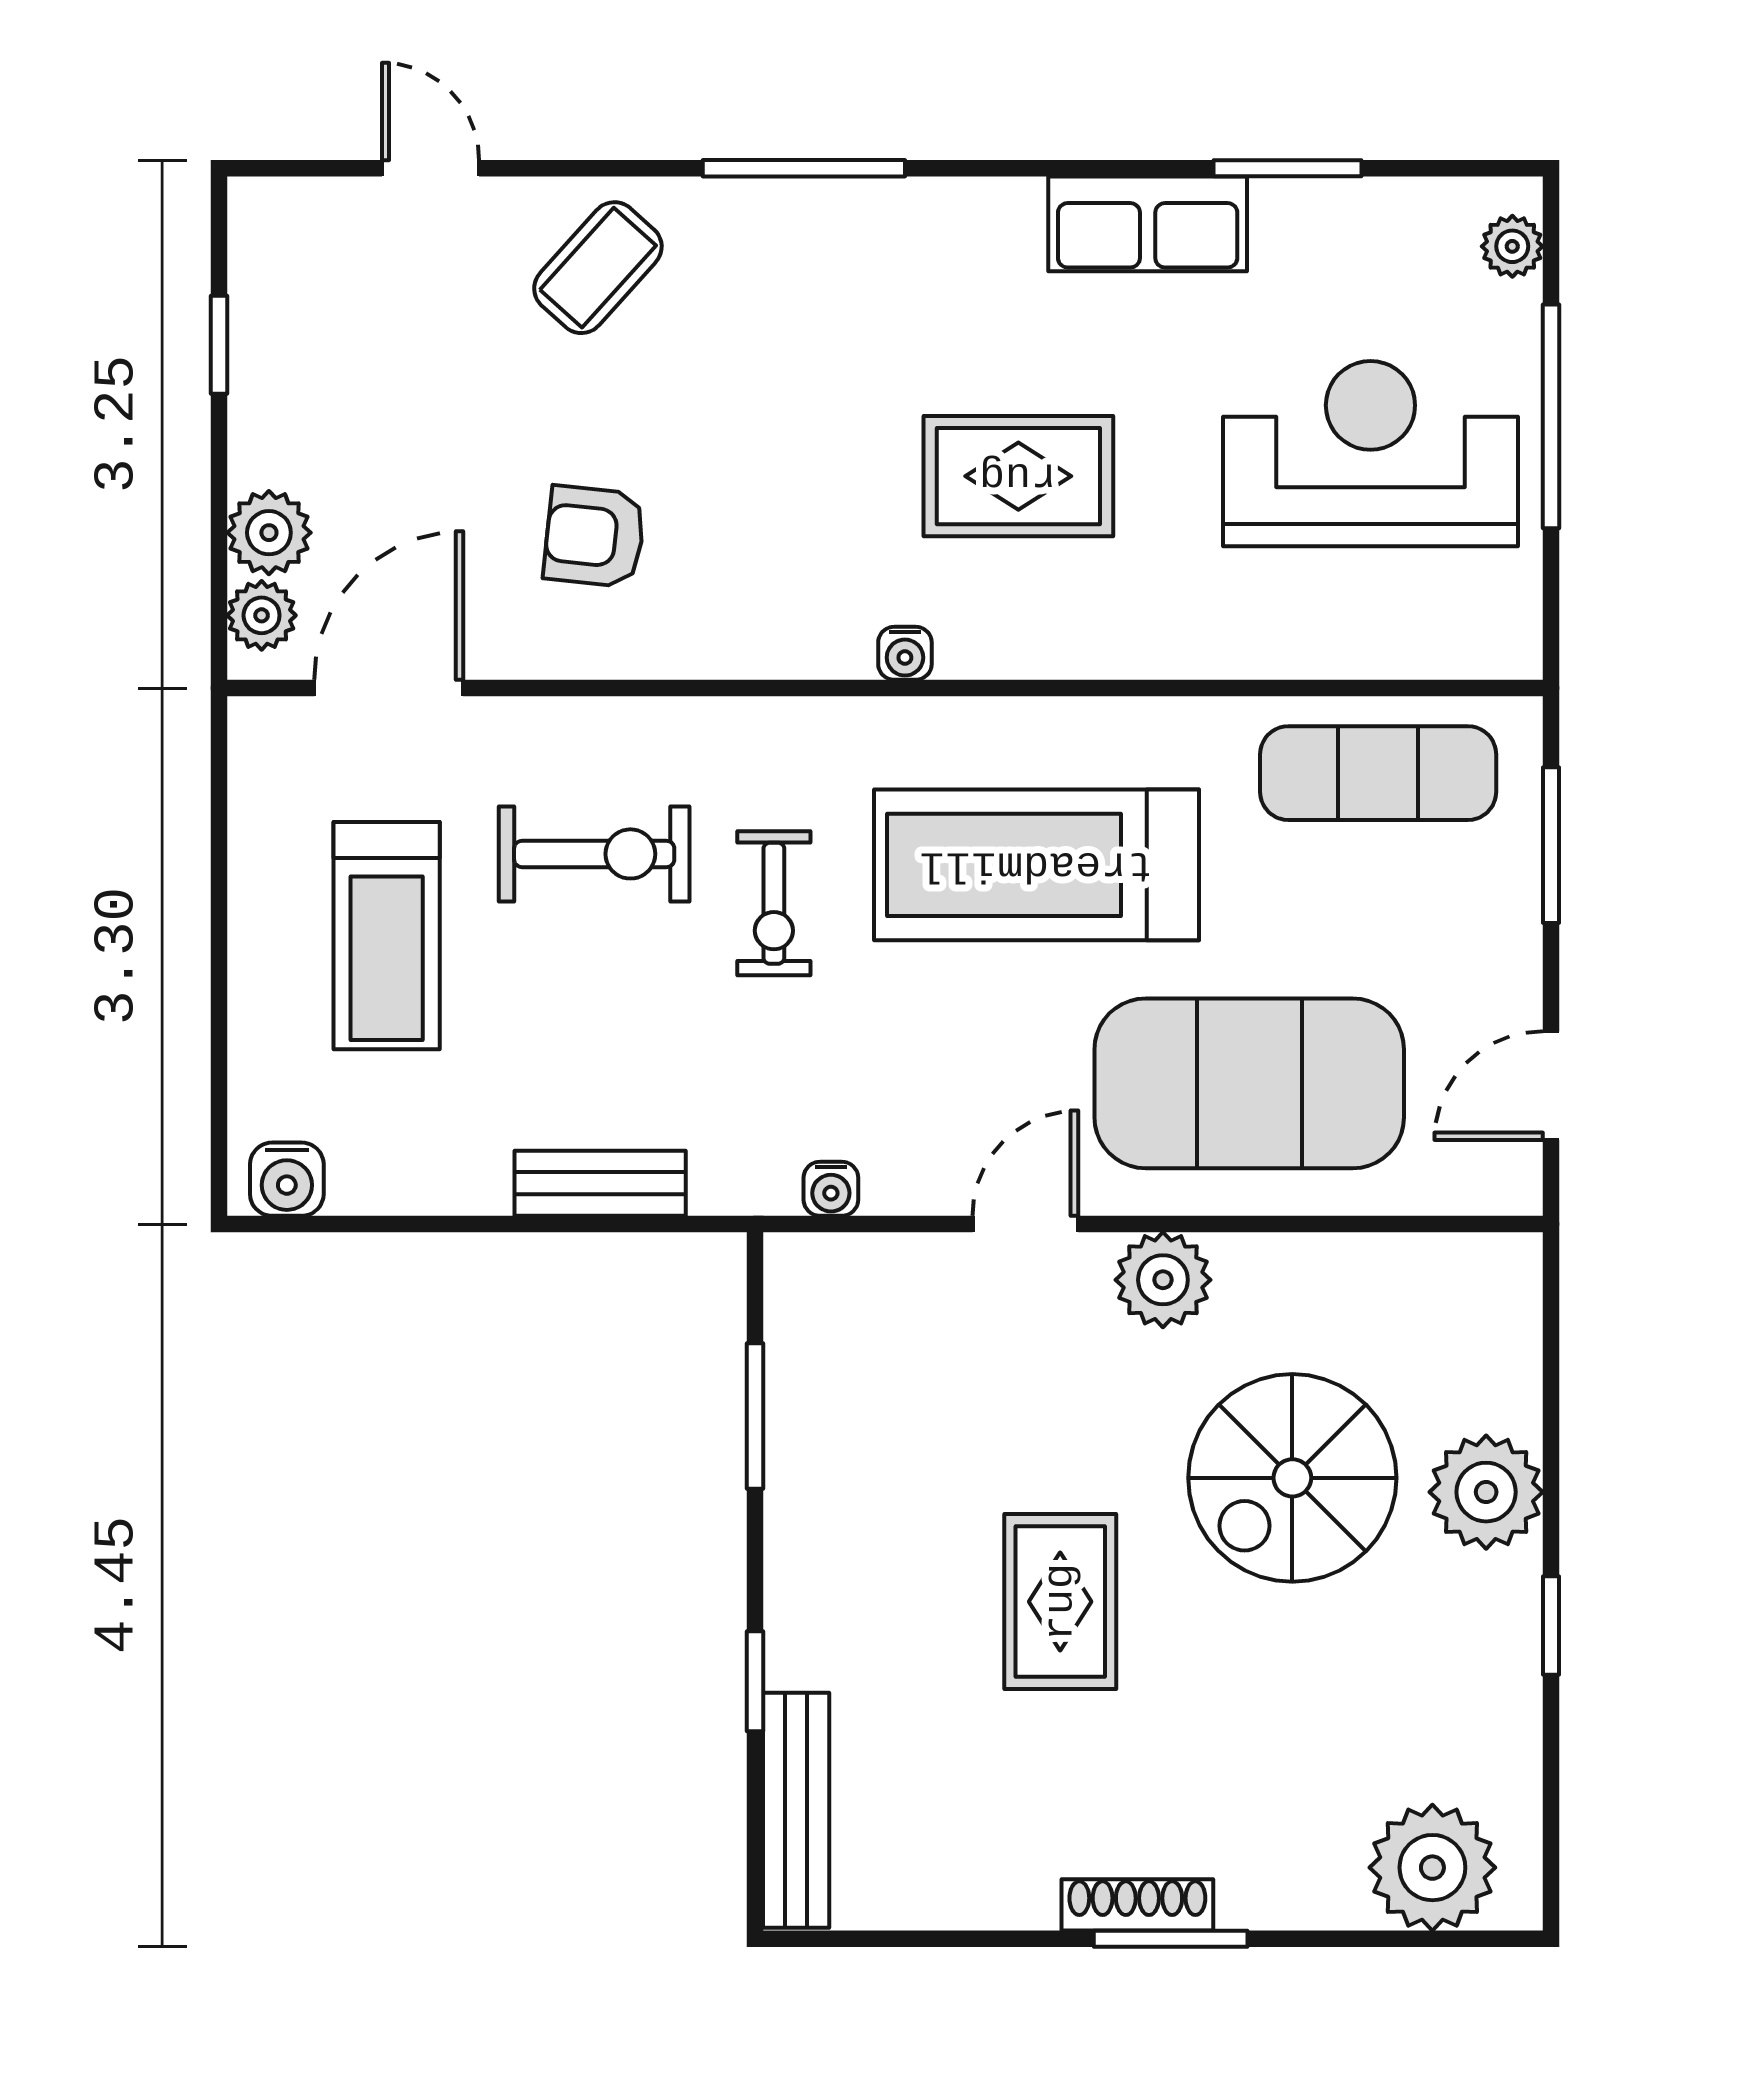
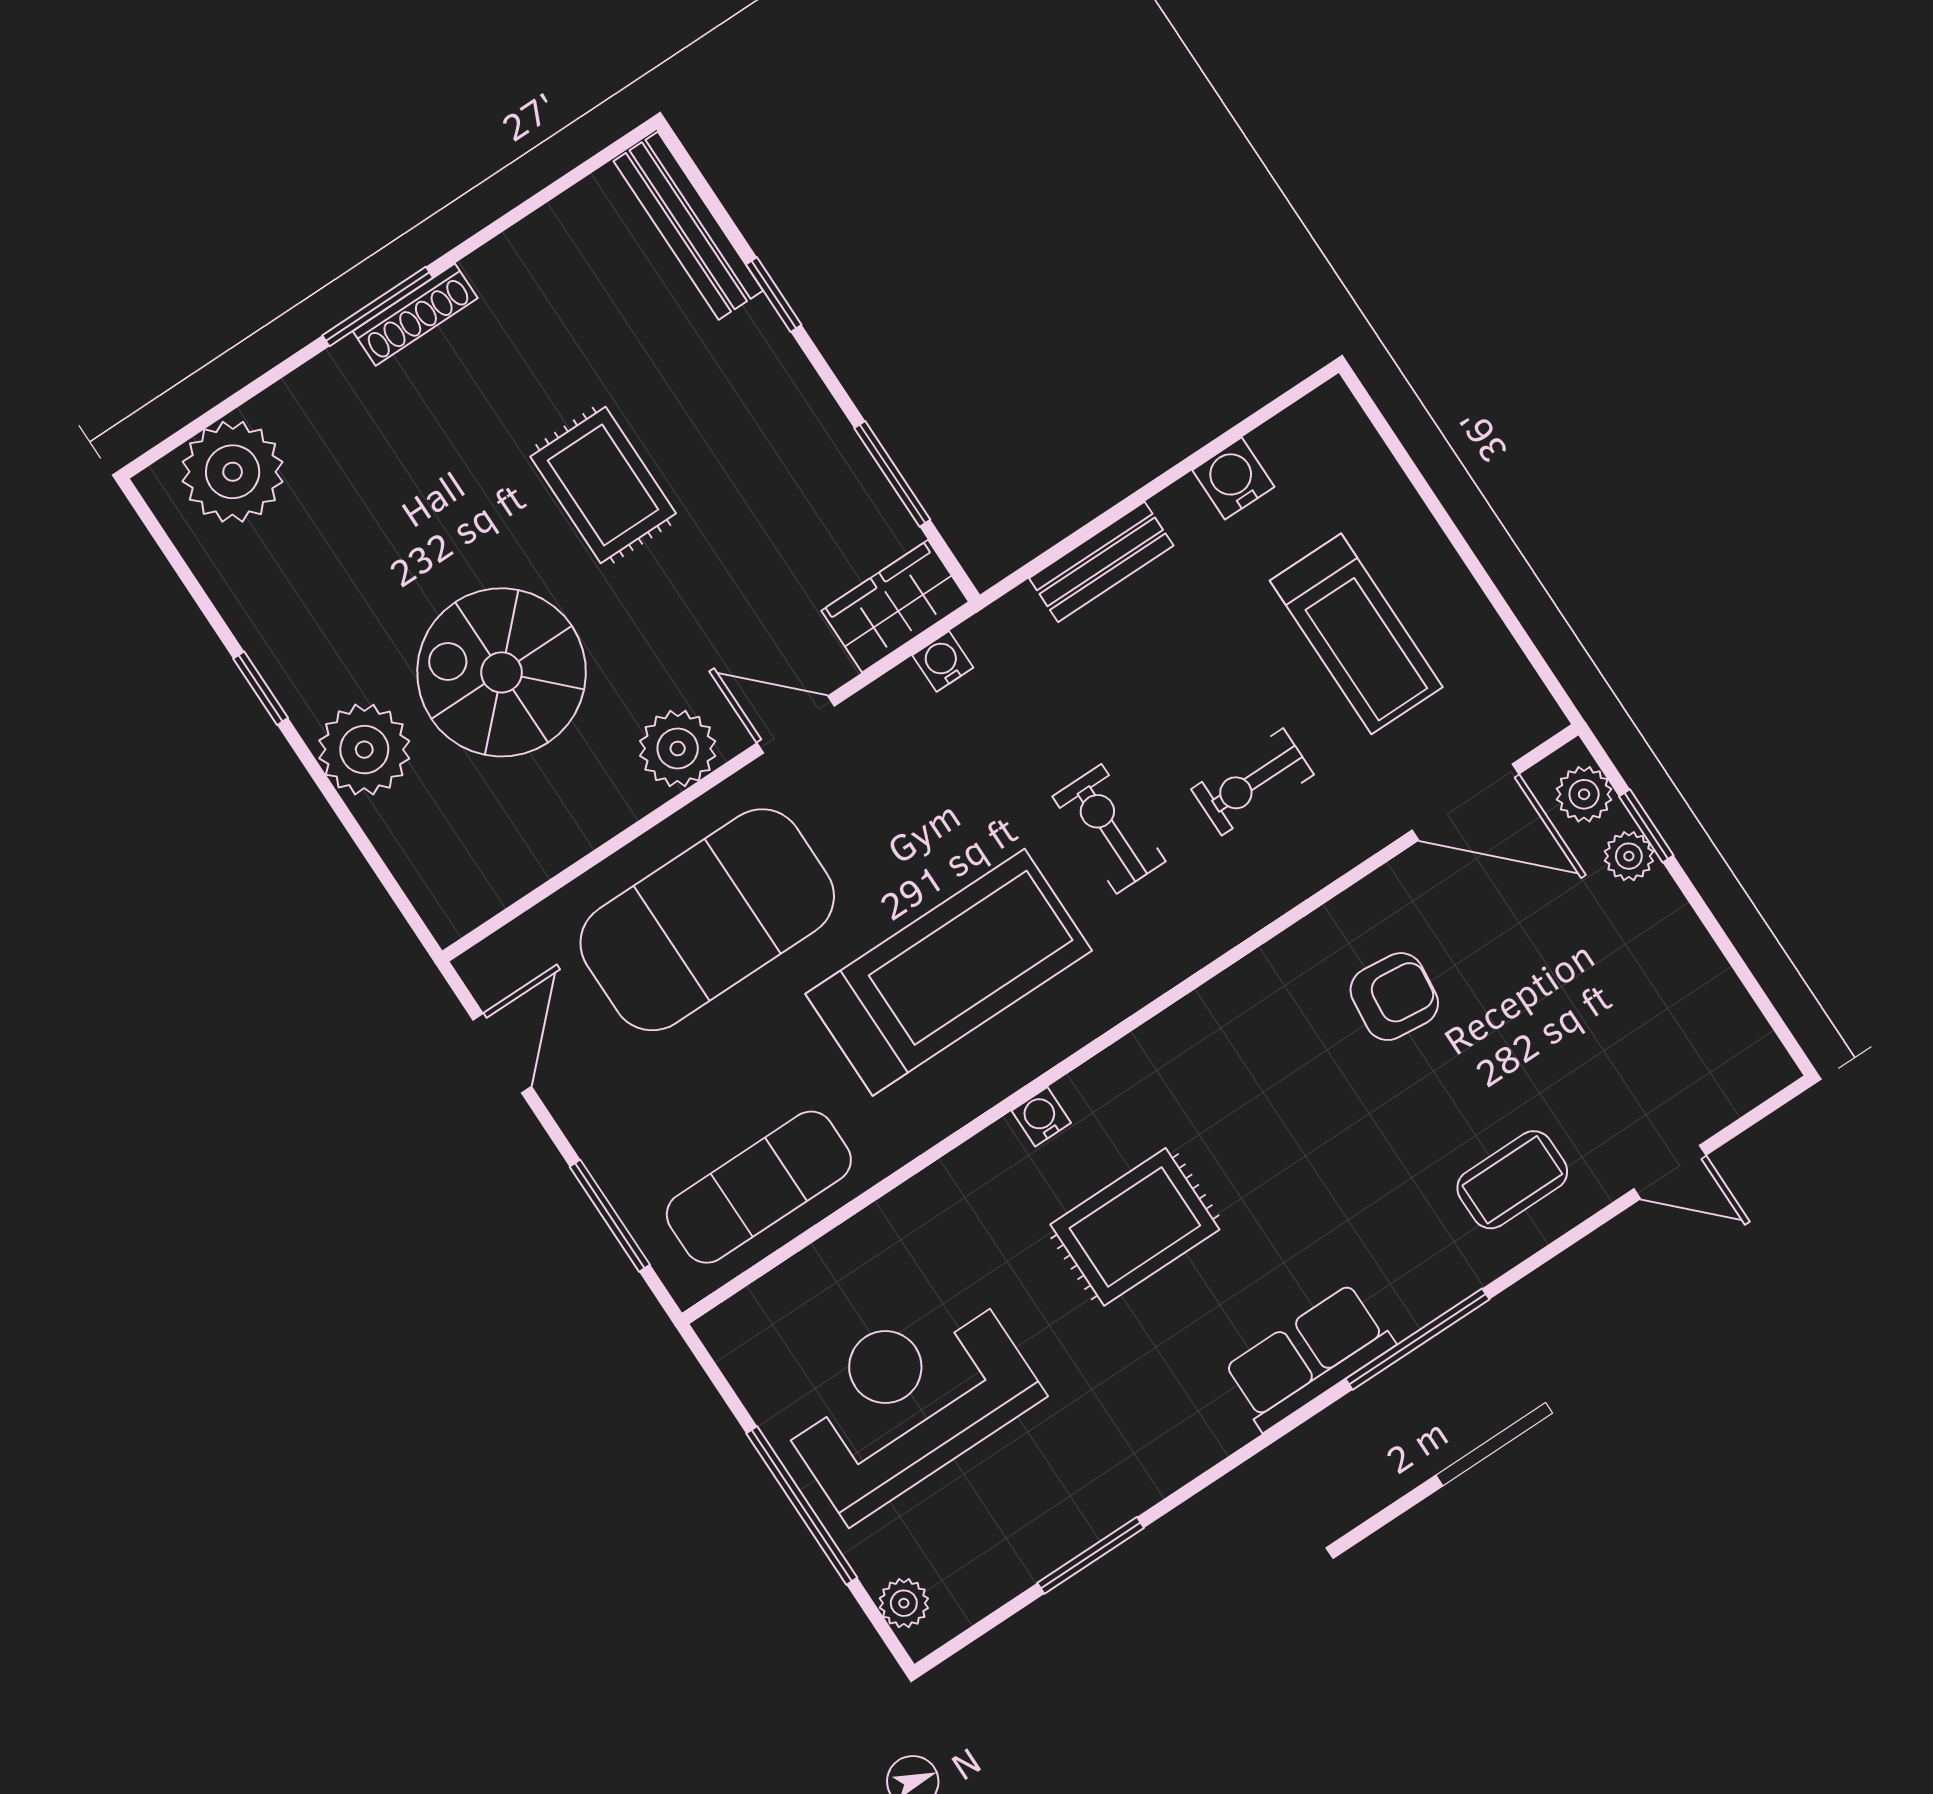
row of seats: (1148, 224) -> (1309, 1357), moved
coffee table: (598, 268) -> (1512, 1180), turned 48
window: (219, 345) -> (1646, 826), moved
reception desk: (1370, 454) -> (907, 1400), turned 180
plant: (269, 533) -> (1629, 856), width x0.73, depth x0.73
water cooler: (905, 653) -> (1041, 1117), moved
door: (389, 688) -> (1466, 802), hinge flipped
exercise bike: (594, 854) -> (1252, 782), width x0.73, depth x0.72
treadmill: (387, 936) -> (1356, 634), turned 180
water cooler: (287, 1179) -> (1233, 478), moved
door: (1025, 1224) -> (796, 725), swing flipped
wardrobe: (842, 1278) -> (895, 606), added
spiral stairs: (1292, 1478) -> (502, 672), turned -90

